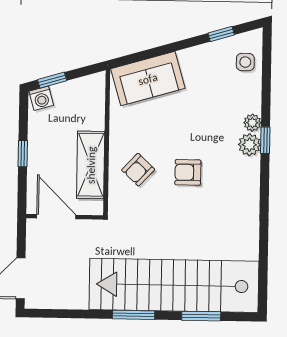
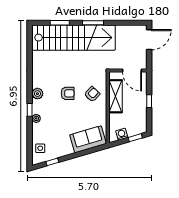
washing machine: (41, 98) -> (122, 134), moved
plant: (249, 145) -> (37, 94), moved

